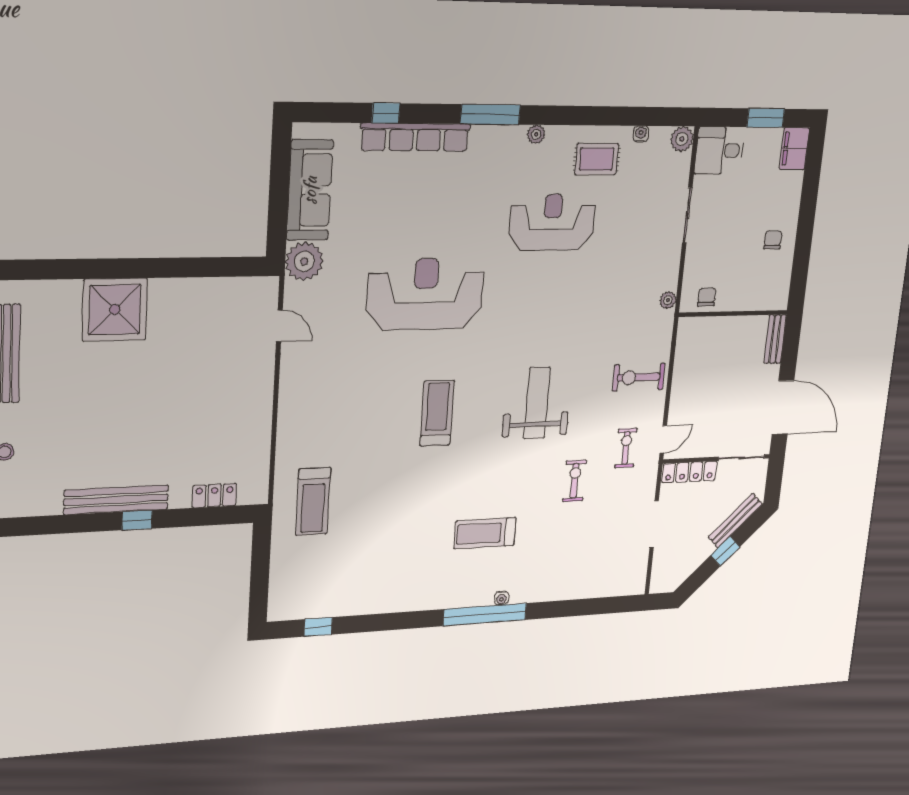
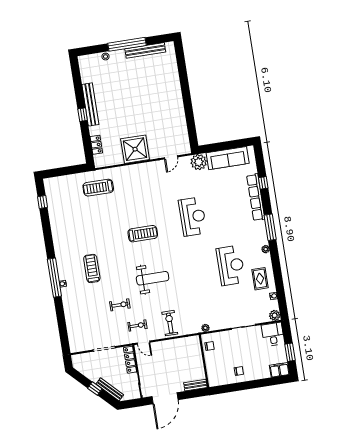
reception desk: (425, 294) -> (193, 217), width x0.74, depth x0.77
shower: (115, 310) -> (135, 149), moved

